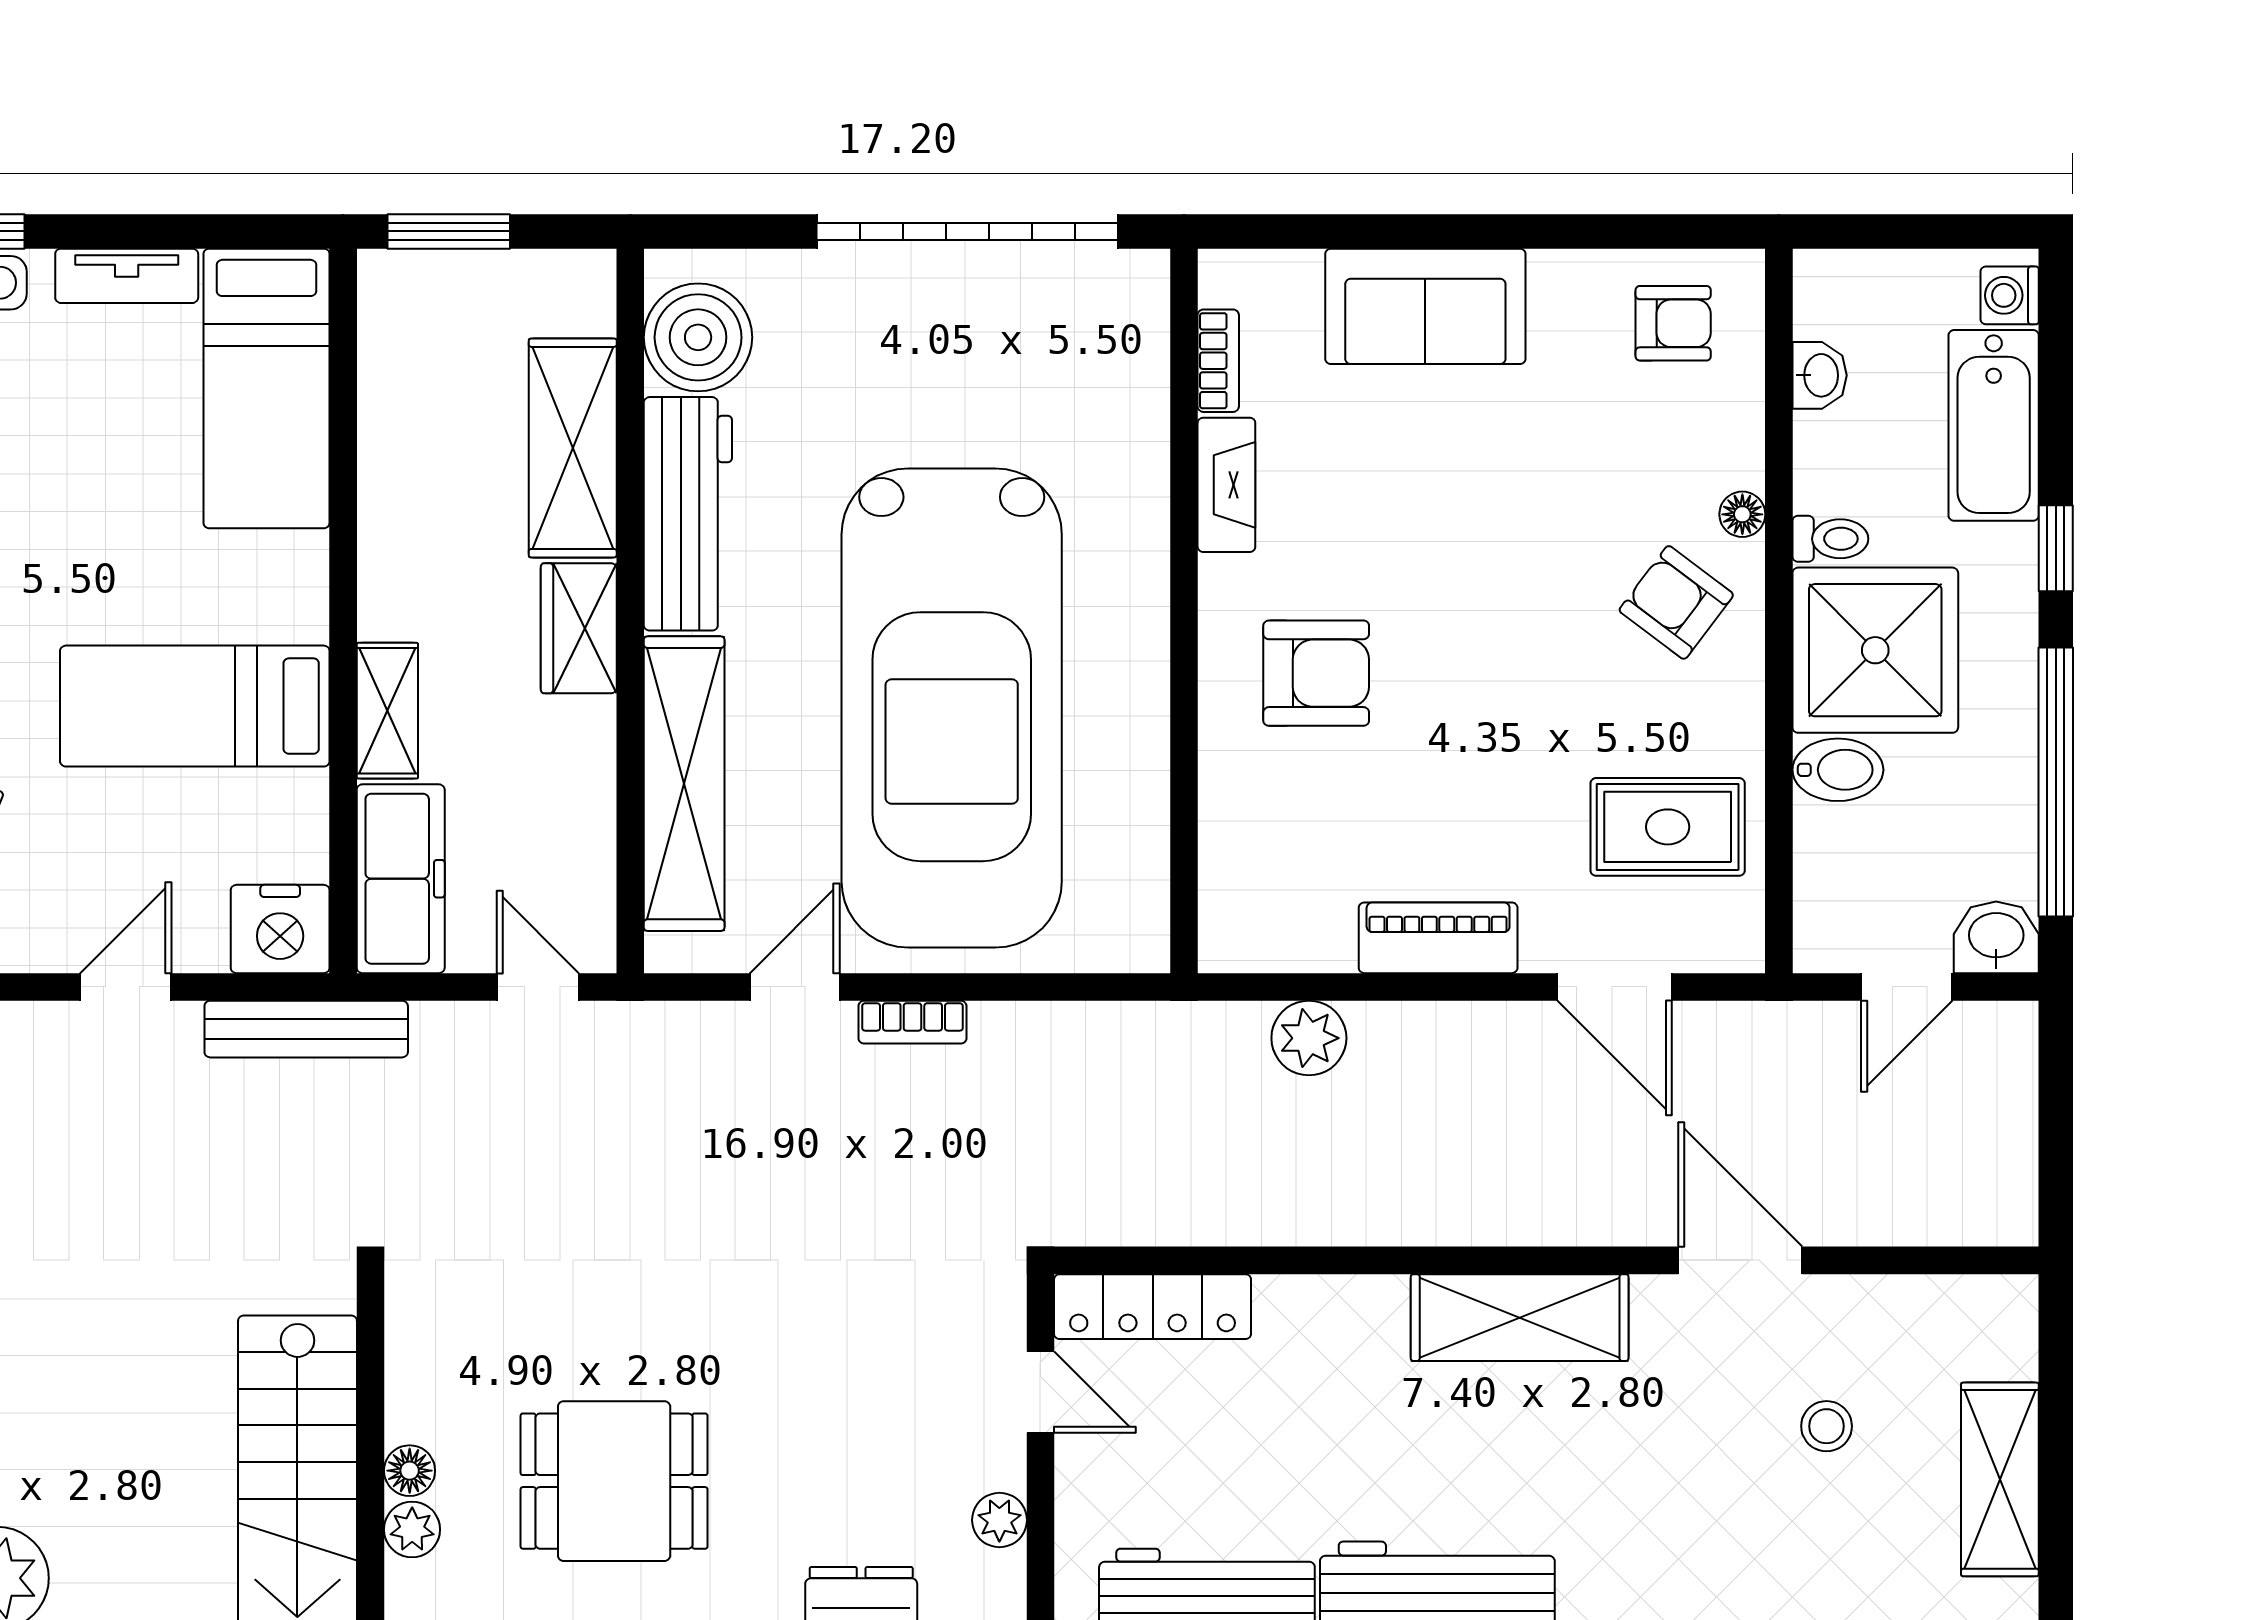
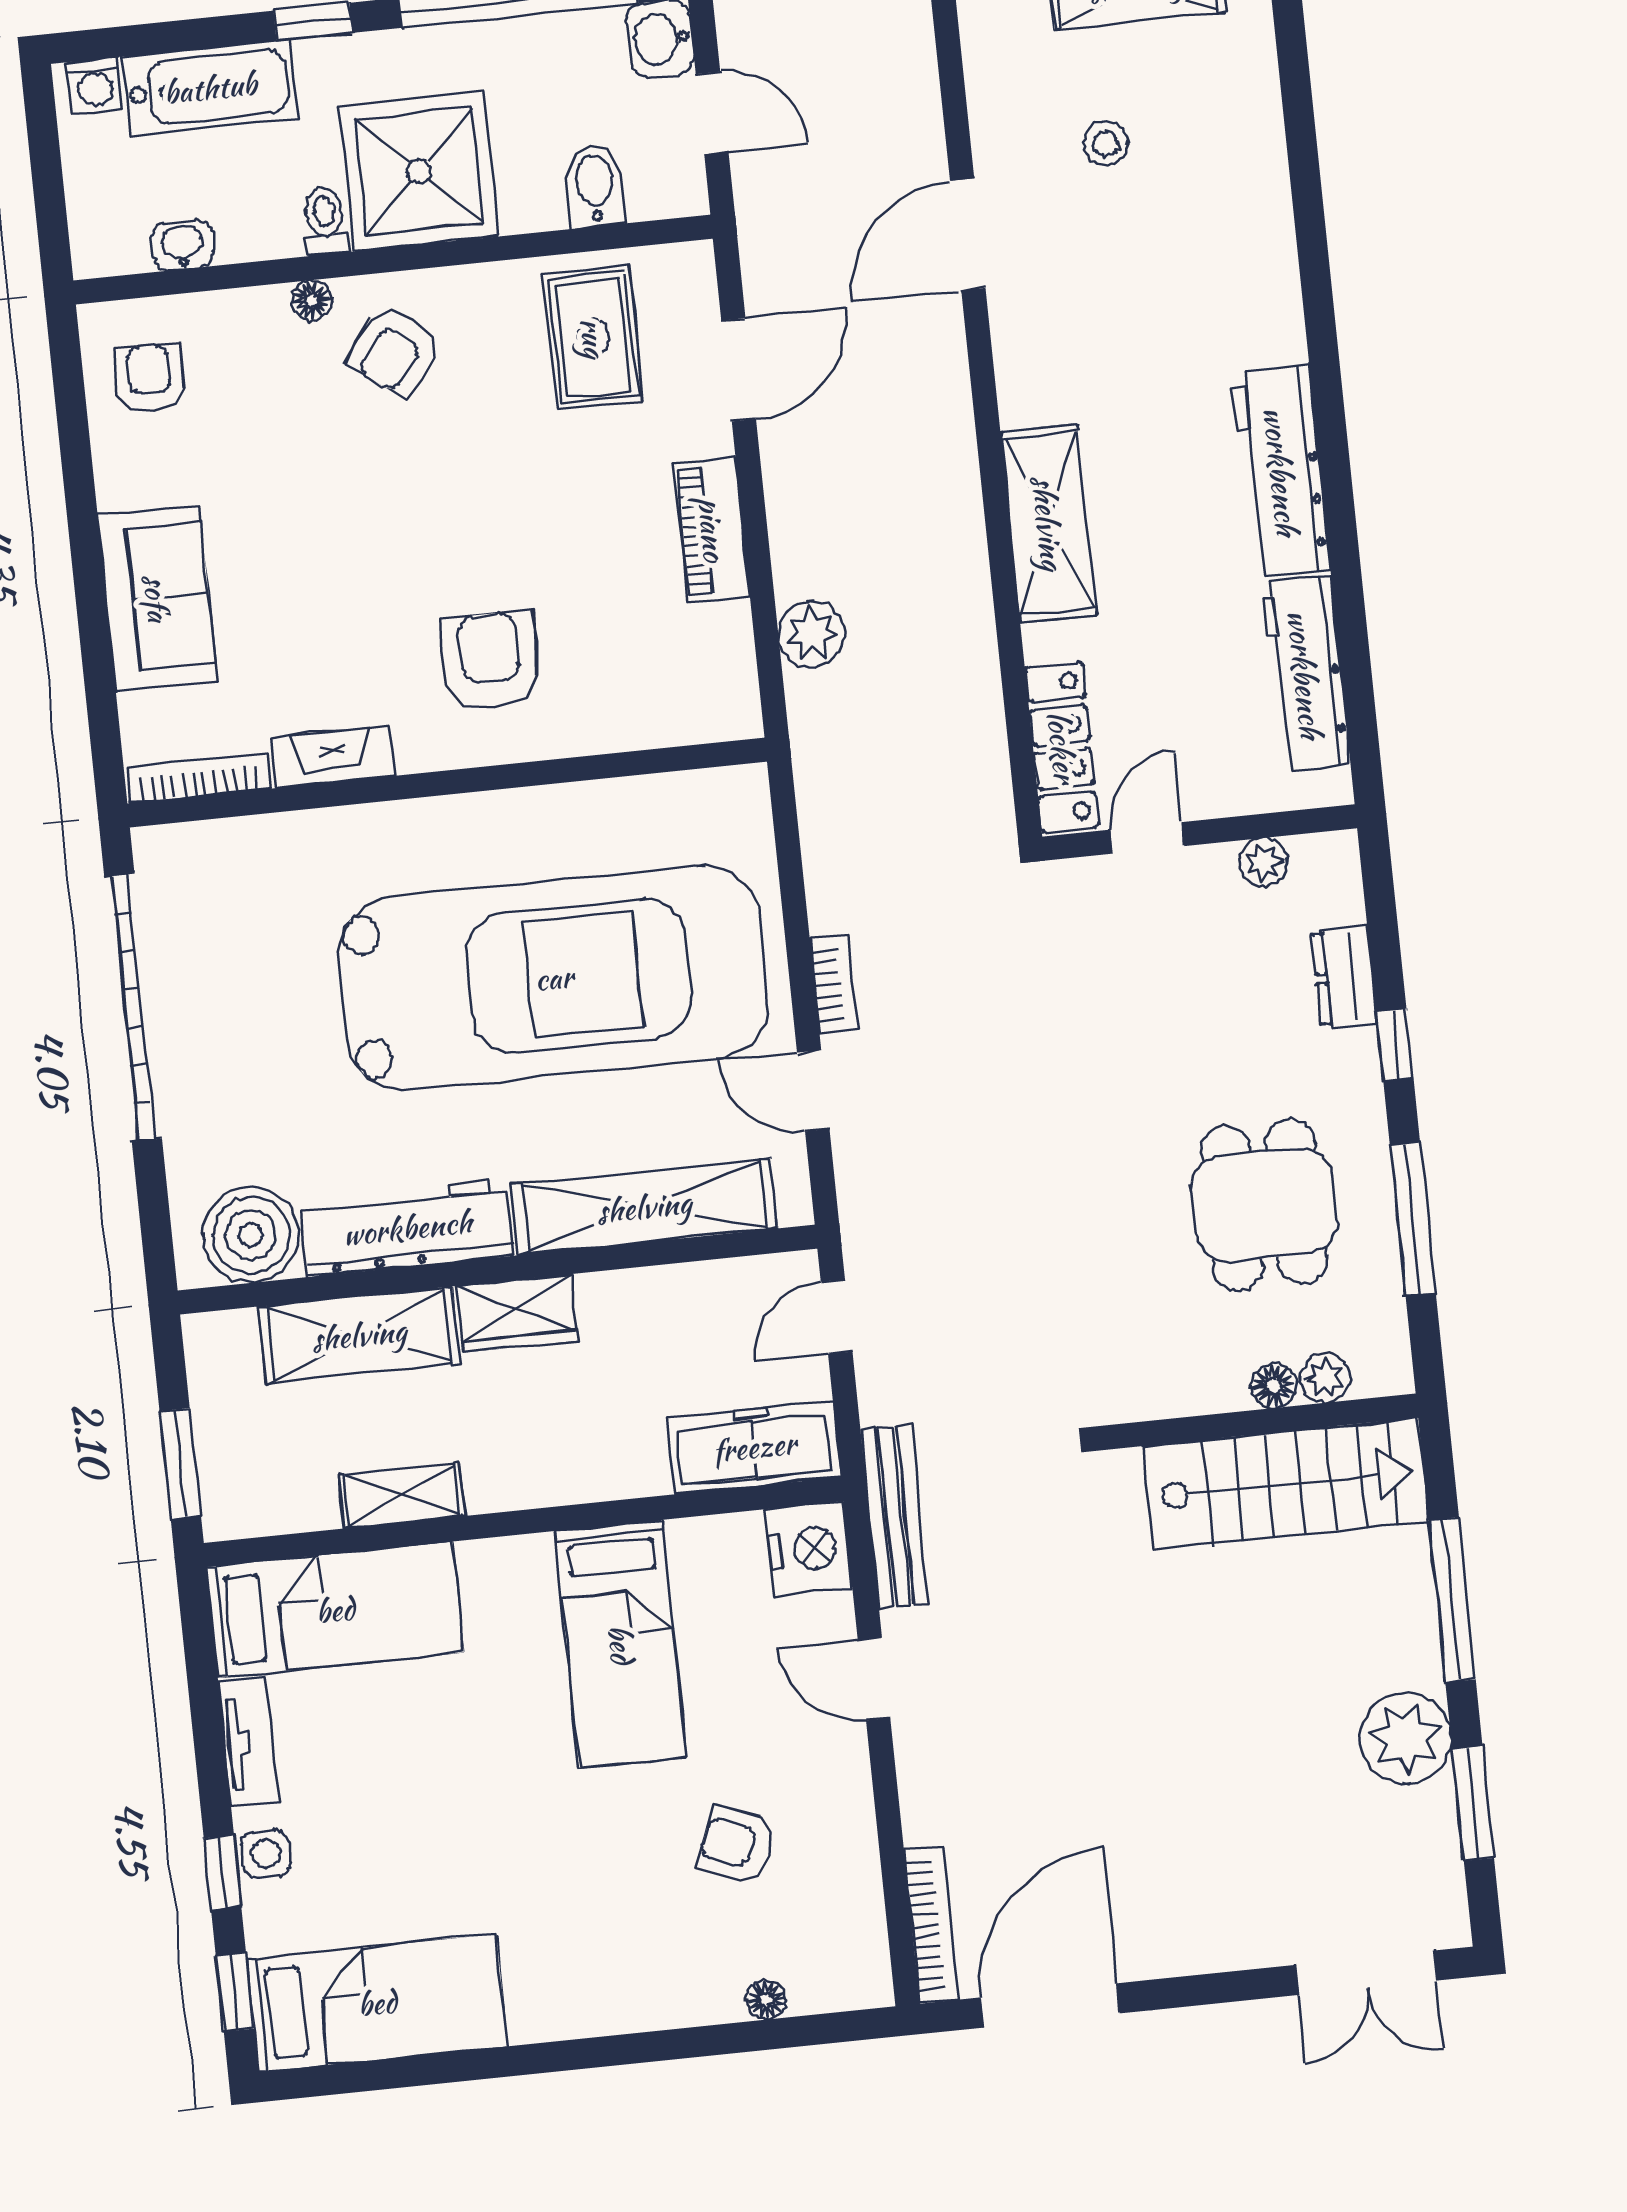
bookcase: (1218, 361) -> (199, 778), width x1.56
shelving: (387, 711) -> (402, 1495), moved
bidet: (1838, 770) -> (595, 186), moved
shelving: (1520, 1318) -> (1048, 523), moved

